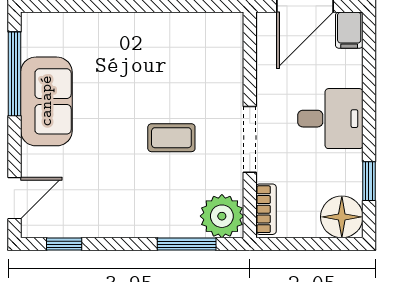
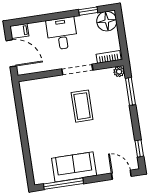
coffee table: (171, 138) -> (82, 106), width x1.36, depth x1.30
plant: (222, 216) -> (119, 72), width x0.53, depth x0.53

